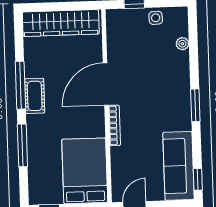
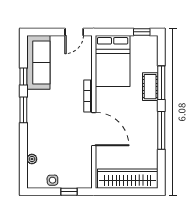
door: (106, 84) -> (94, 129), hinge flipped
cot: (35, 96) -> (150, 87), moved
window: (198, 179) -> (23, 76), moved

